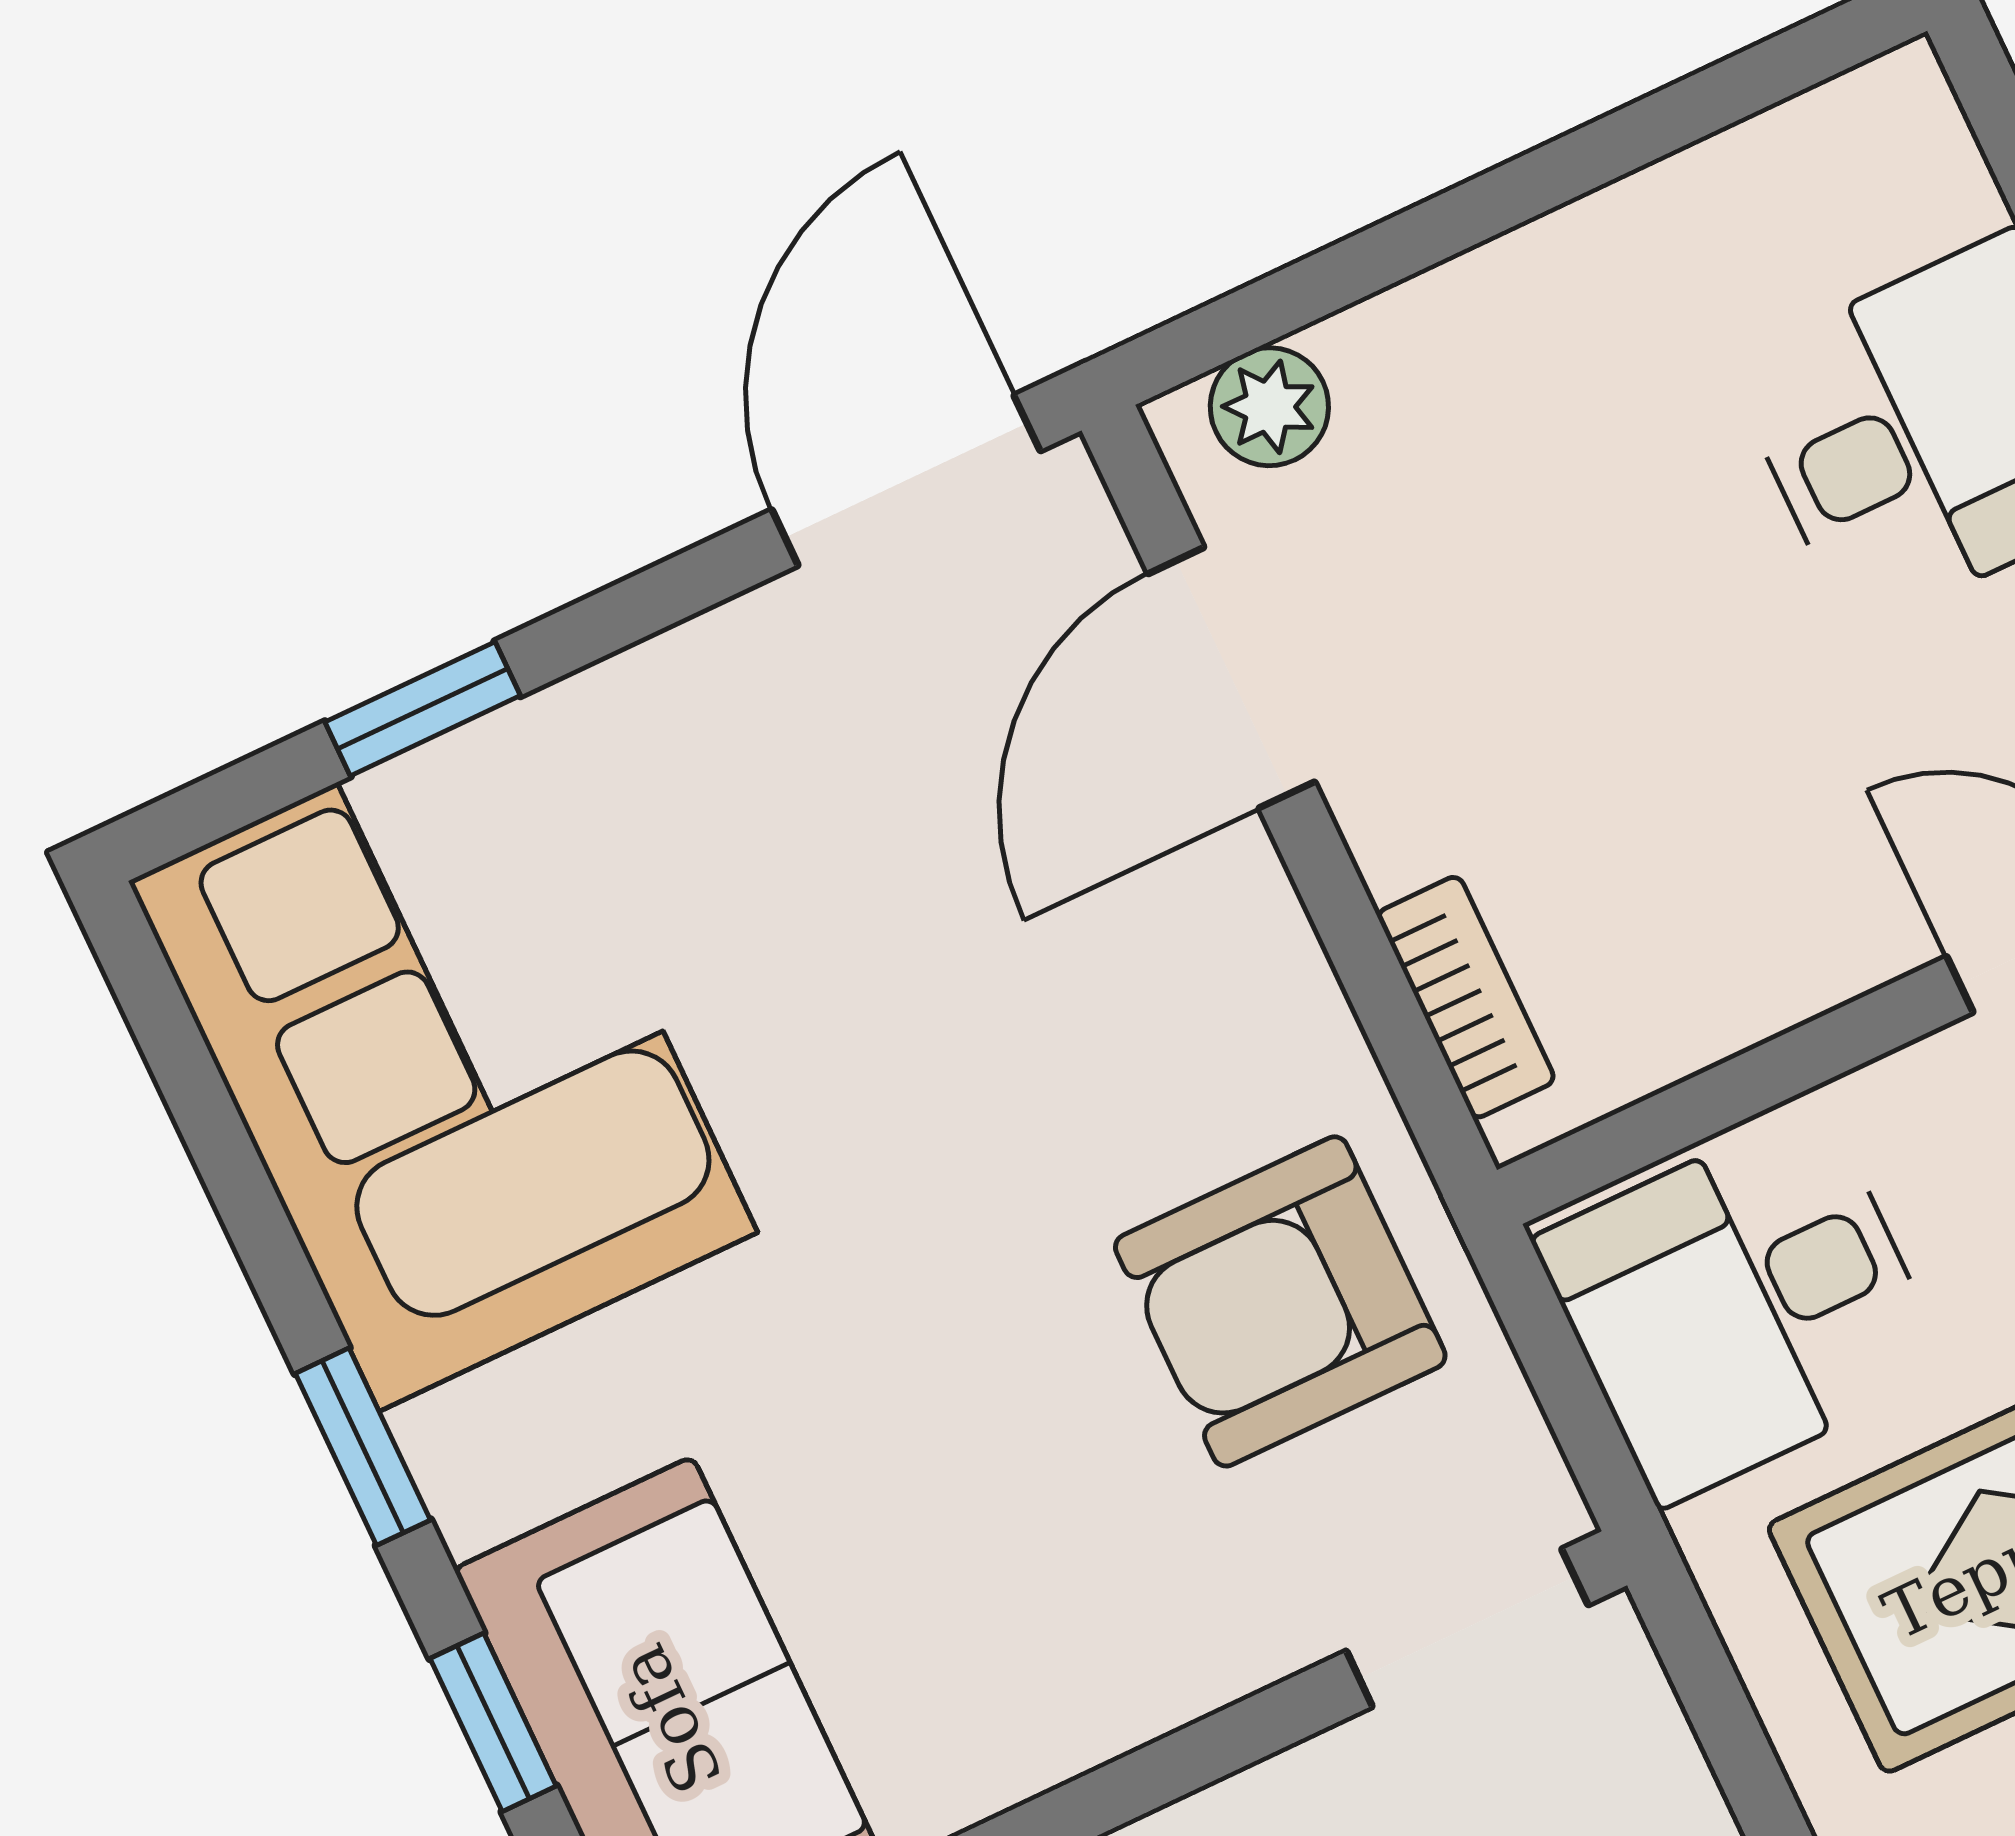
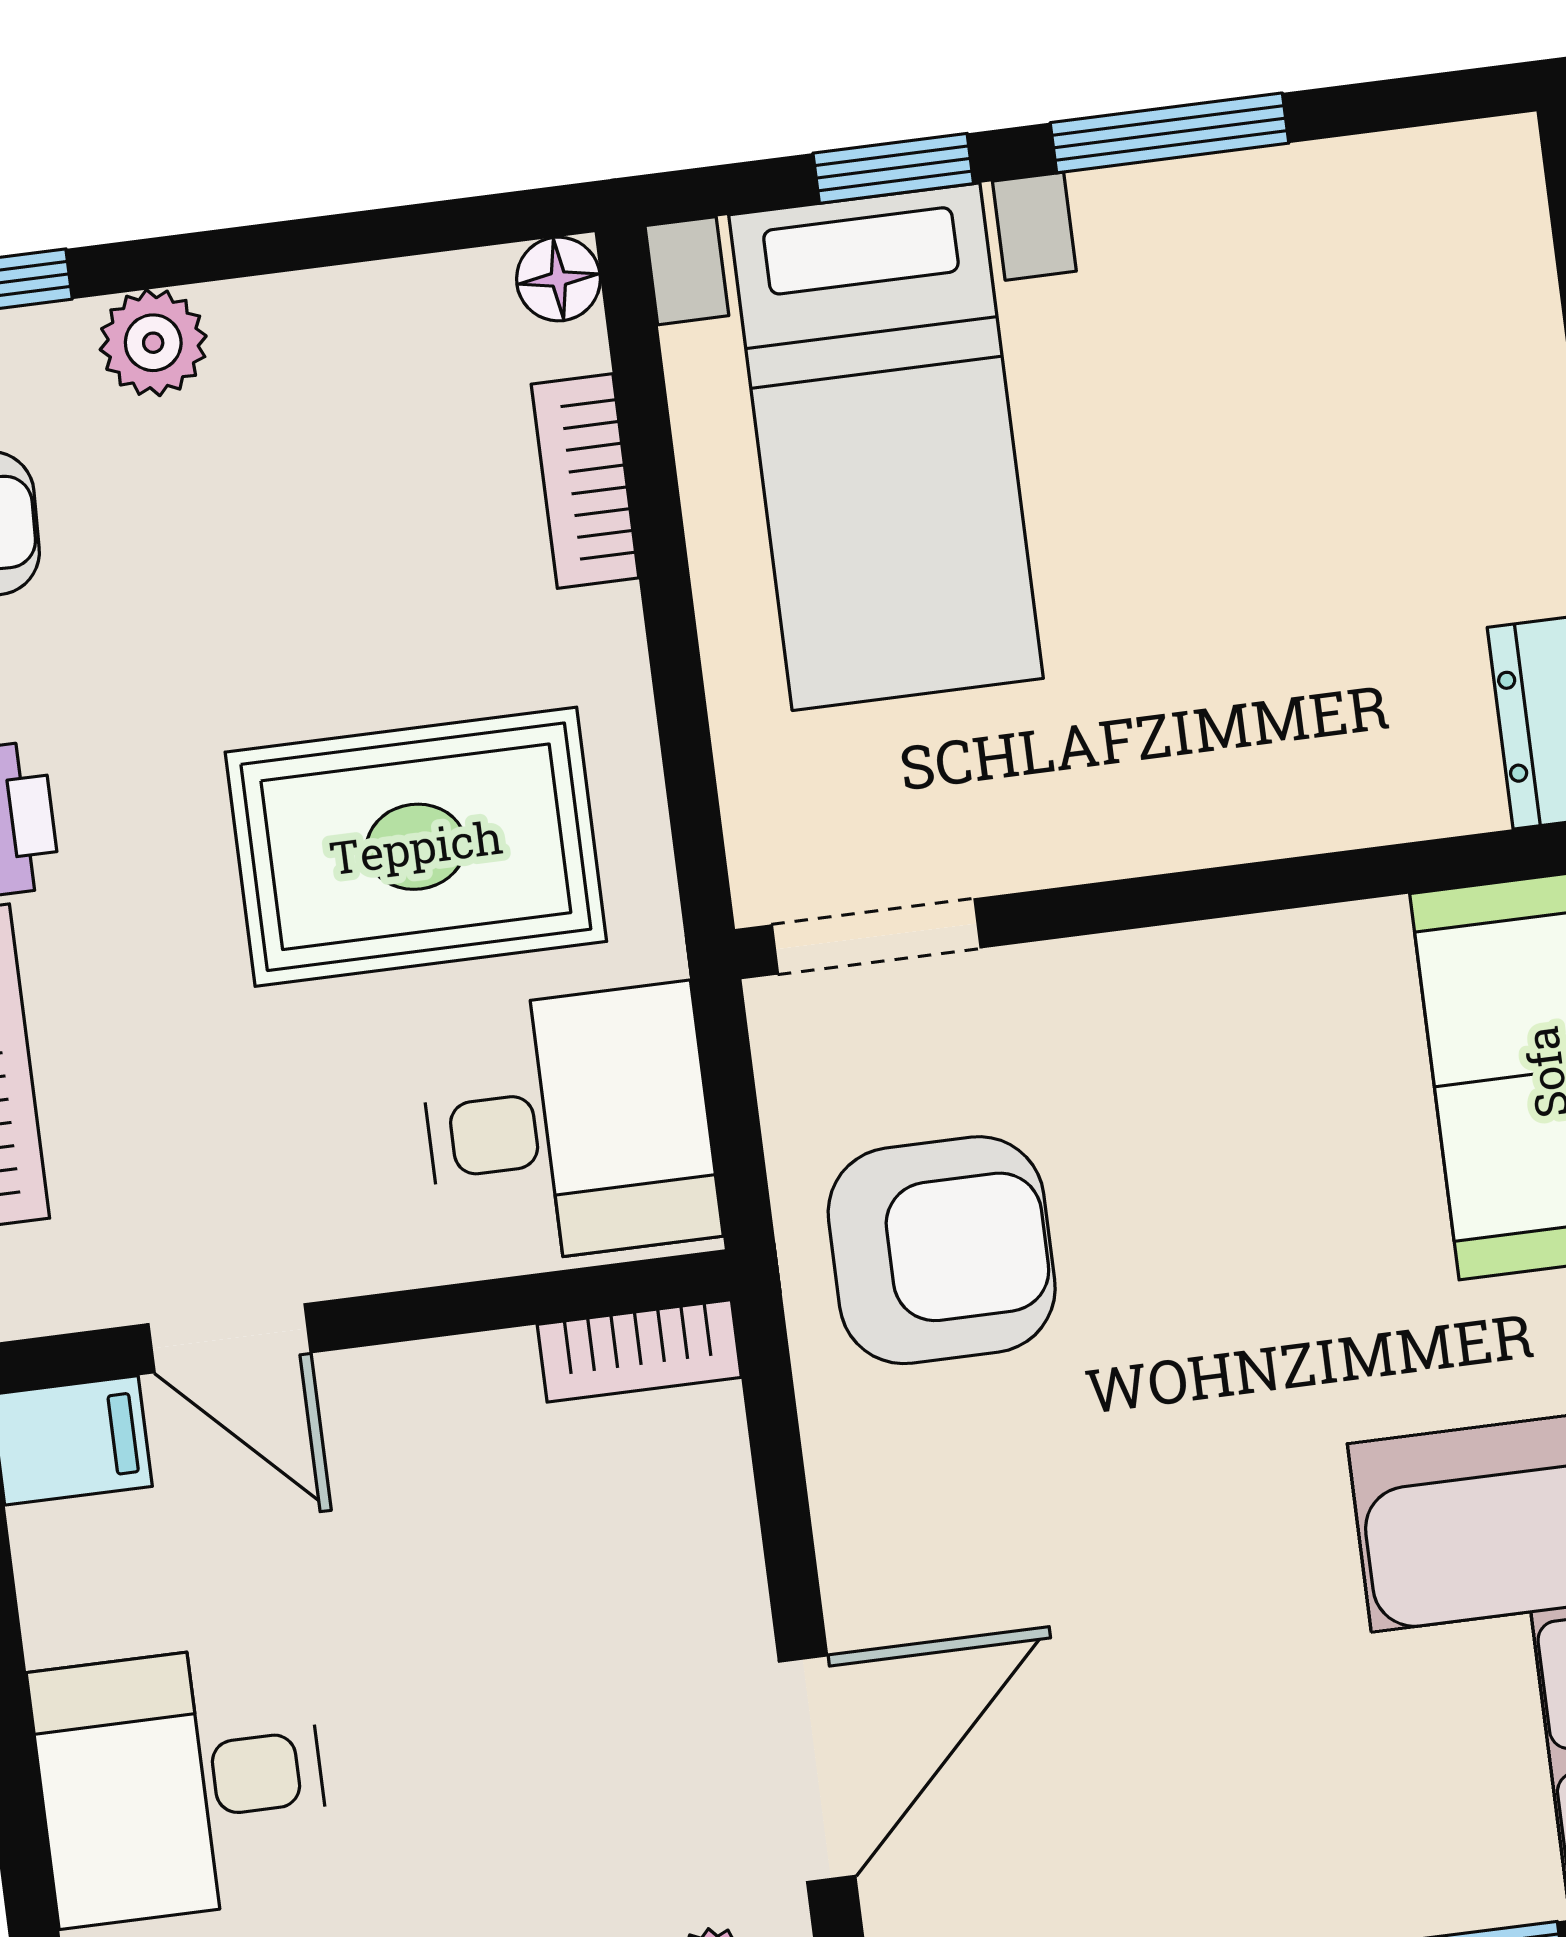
bookcase: (1466, 997) -> (639, 1351), moved, turned -90

